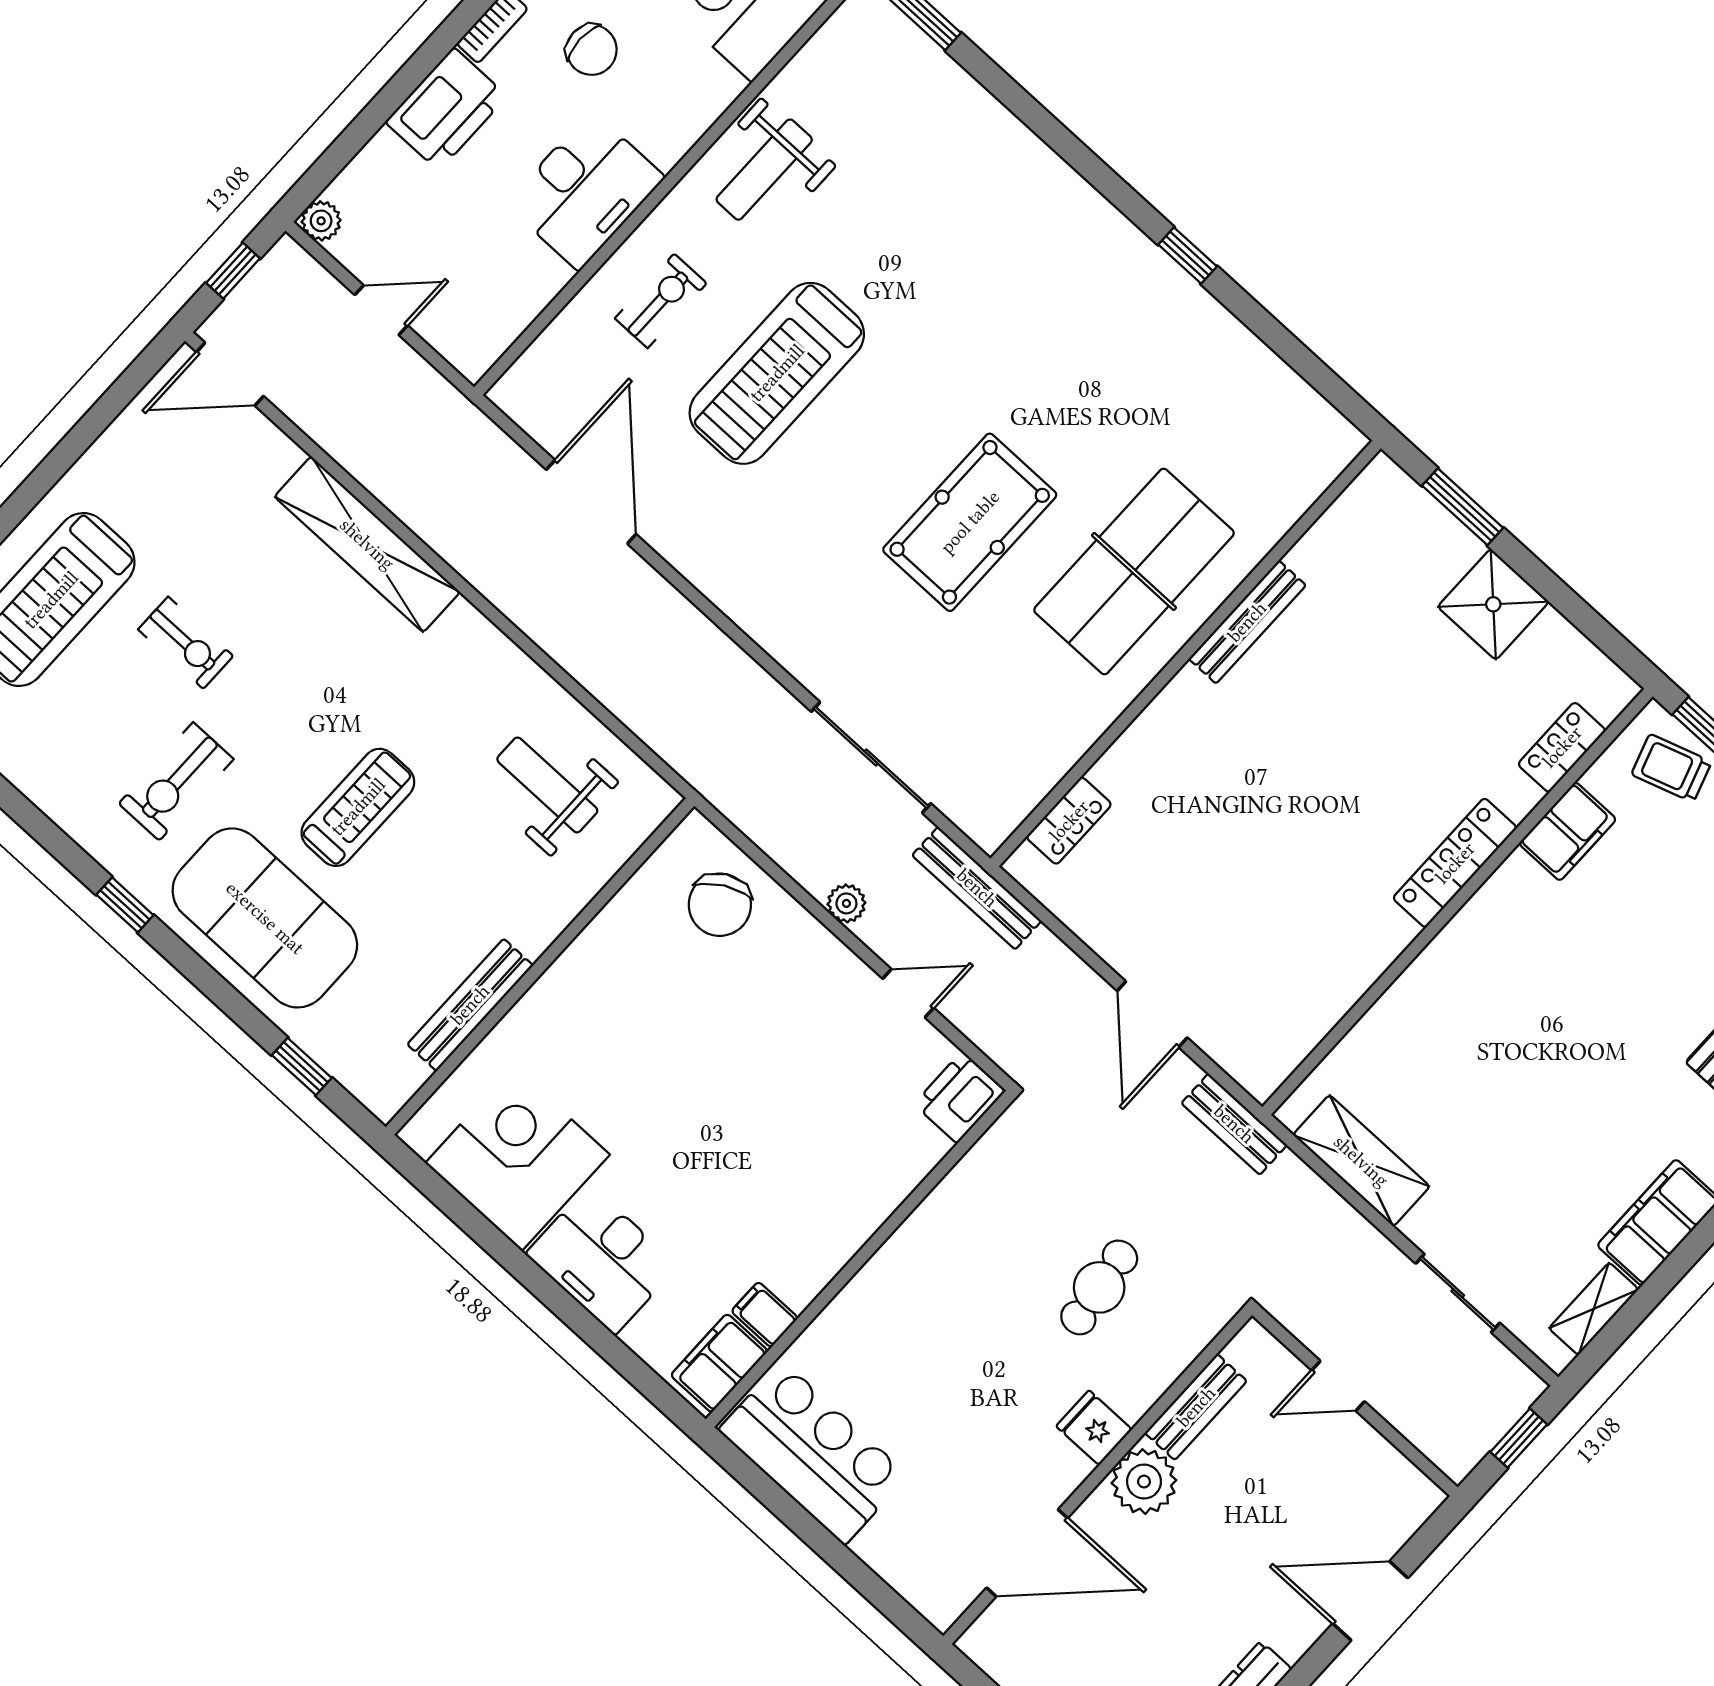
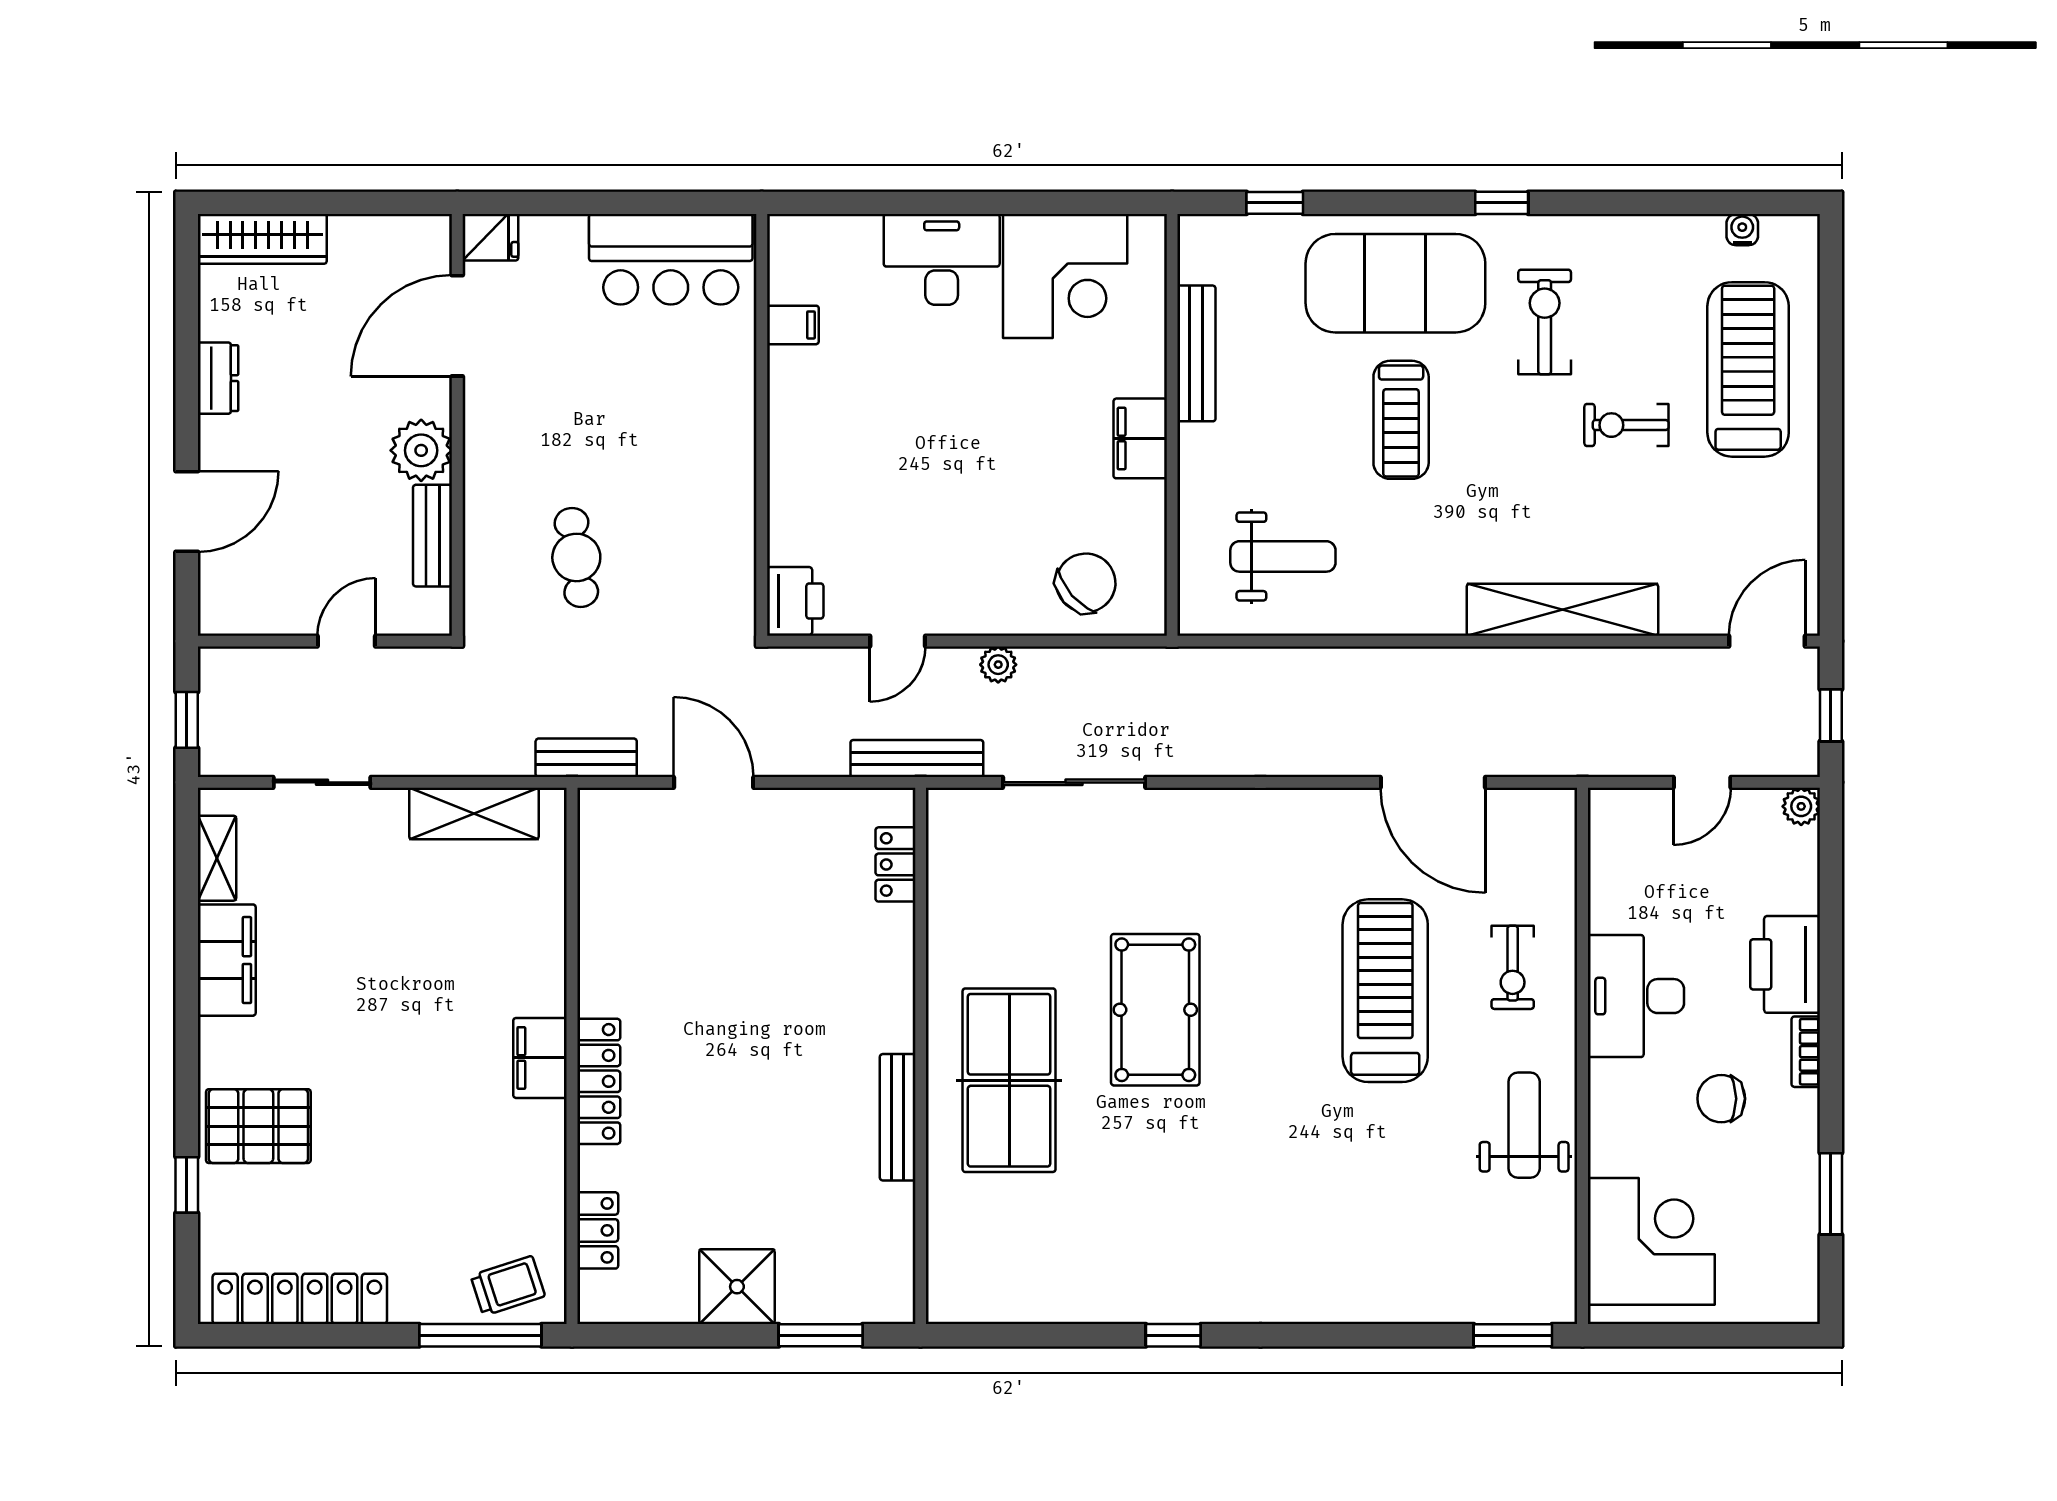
filing cabinet: (1568, 831) -> (540, 1058), moved
chair: (720, 905) -> (1086, 583), turned 78
filing cabinet: (719, 1363) -> (1140, 438), moved, turned 180
fridge: (1094, 1428) -> (490, 237), moved

